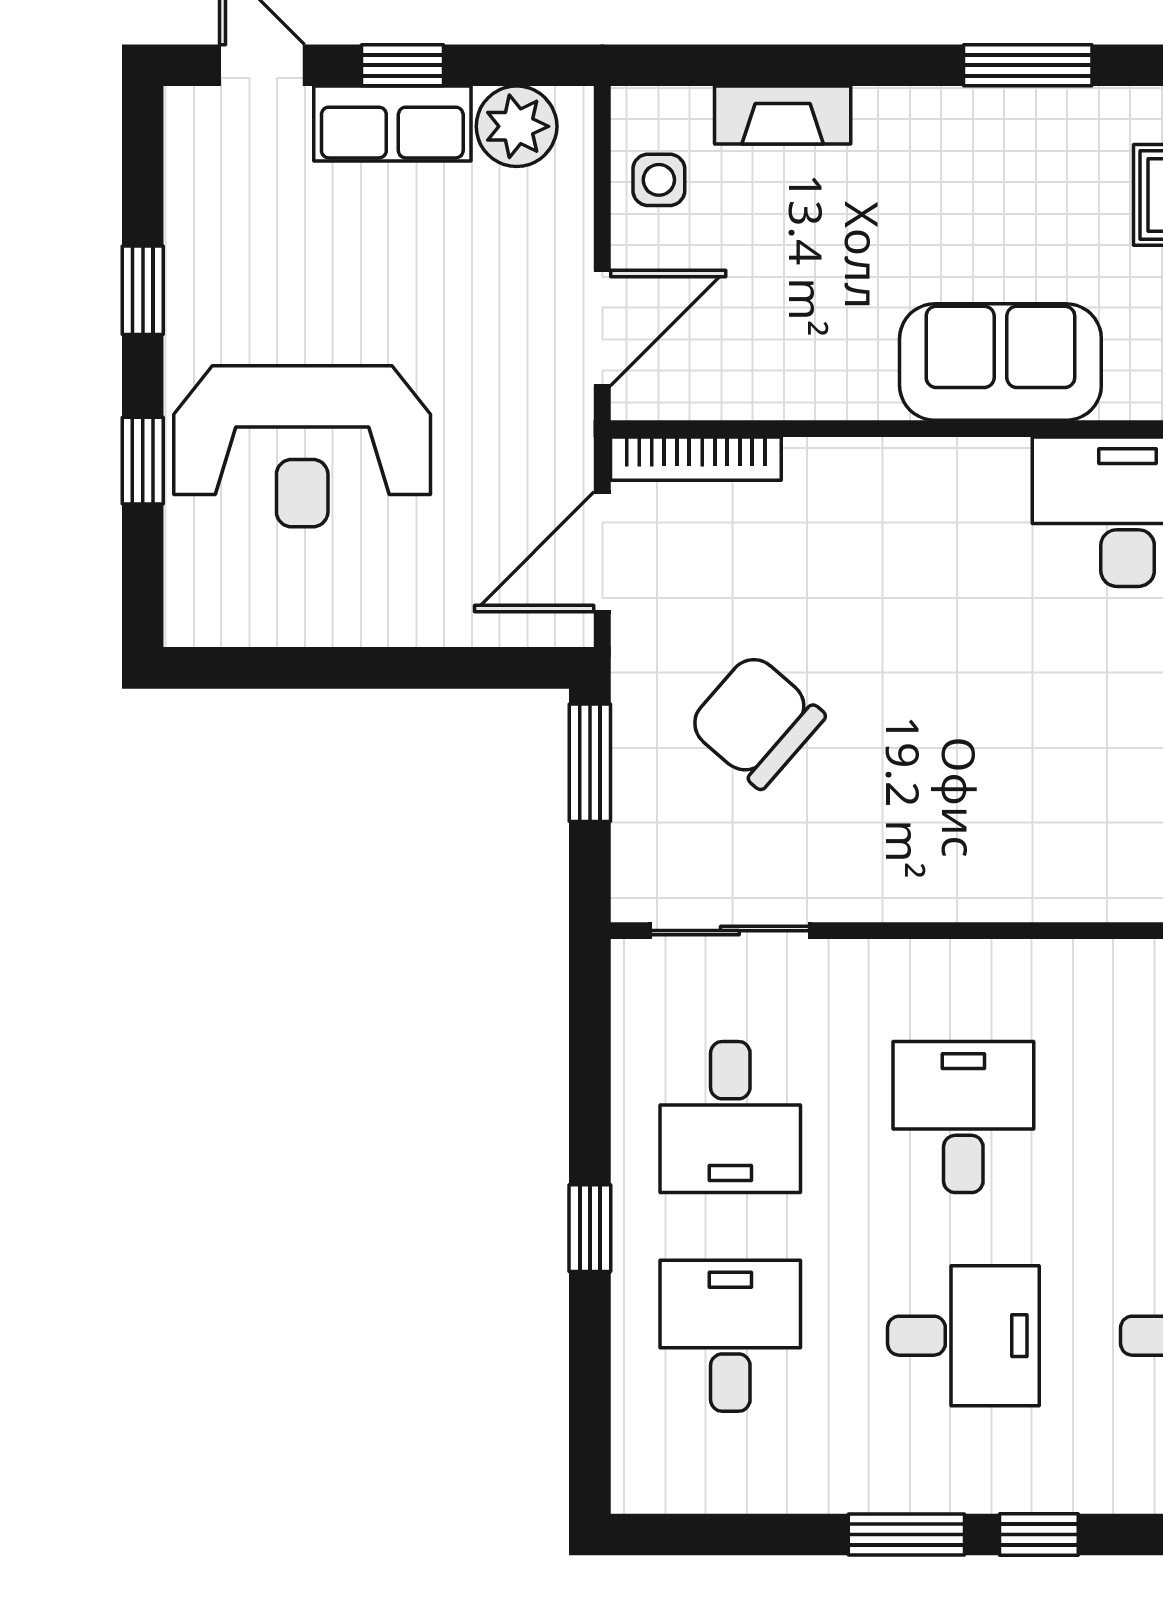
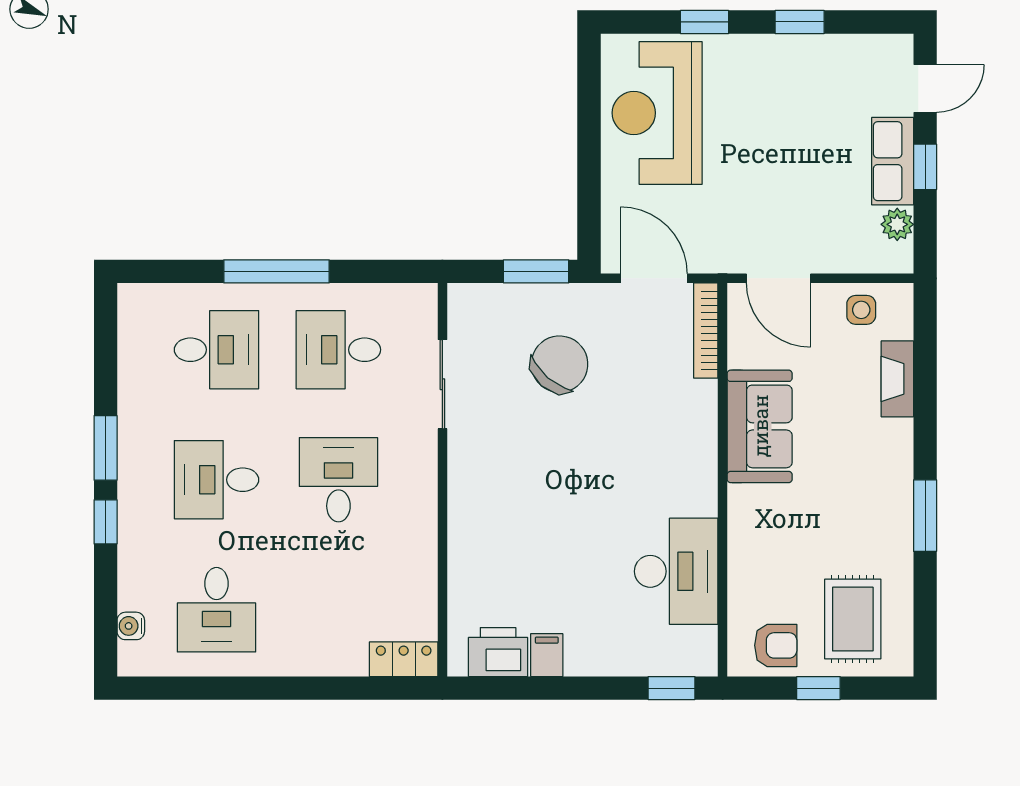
plant: (517, 126) -> (897, 224), width x0.73, depth x0.73
sofa: (1000, 362) -> (760, 426), moved
reception desk: (302, 446) -> (657, 113), moved
sliding door: (730, 931) -> (442, 384), moved
desk: (963, 1117) -> (338, 480), turned -90
window: (590, 1228) -> (277, 271), width x2.17
desk: (963, 1336) -> (216, 480), turned 90

